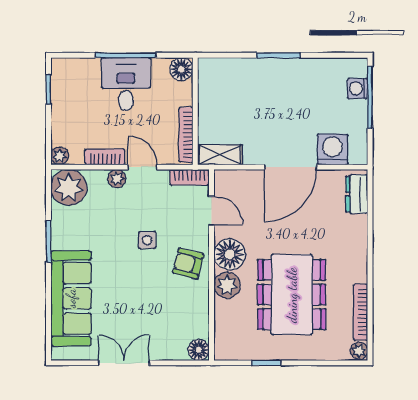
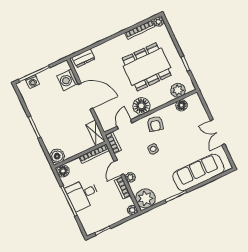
boiler: (211, 71) -> (57, 156), added
plant: (227, 285) -> (178, 90), moved
floor lamp: (199, 350) -> (181, 105), moved

